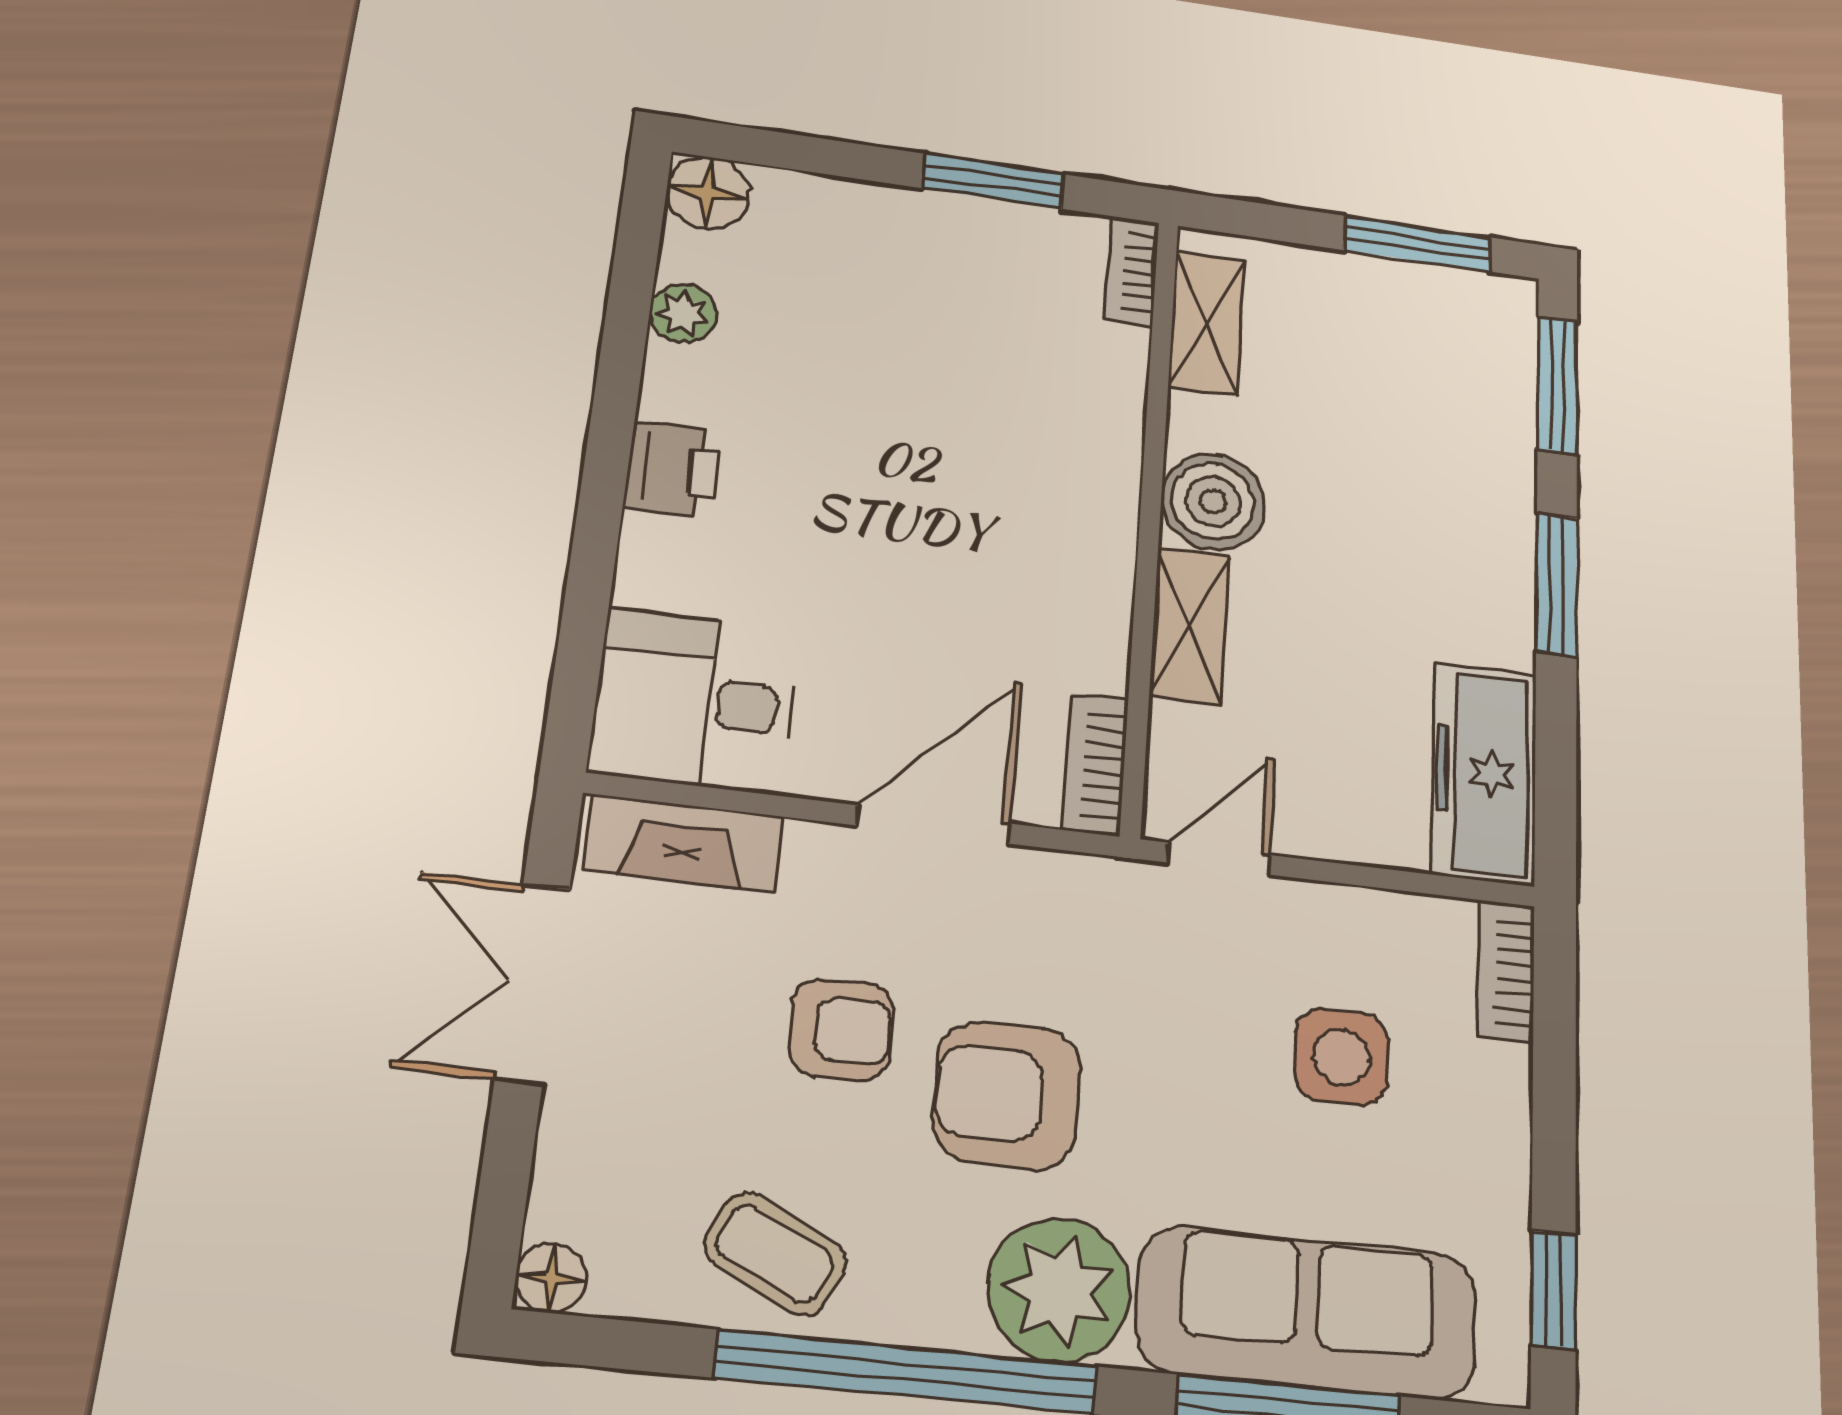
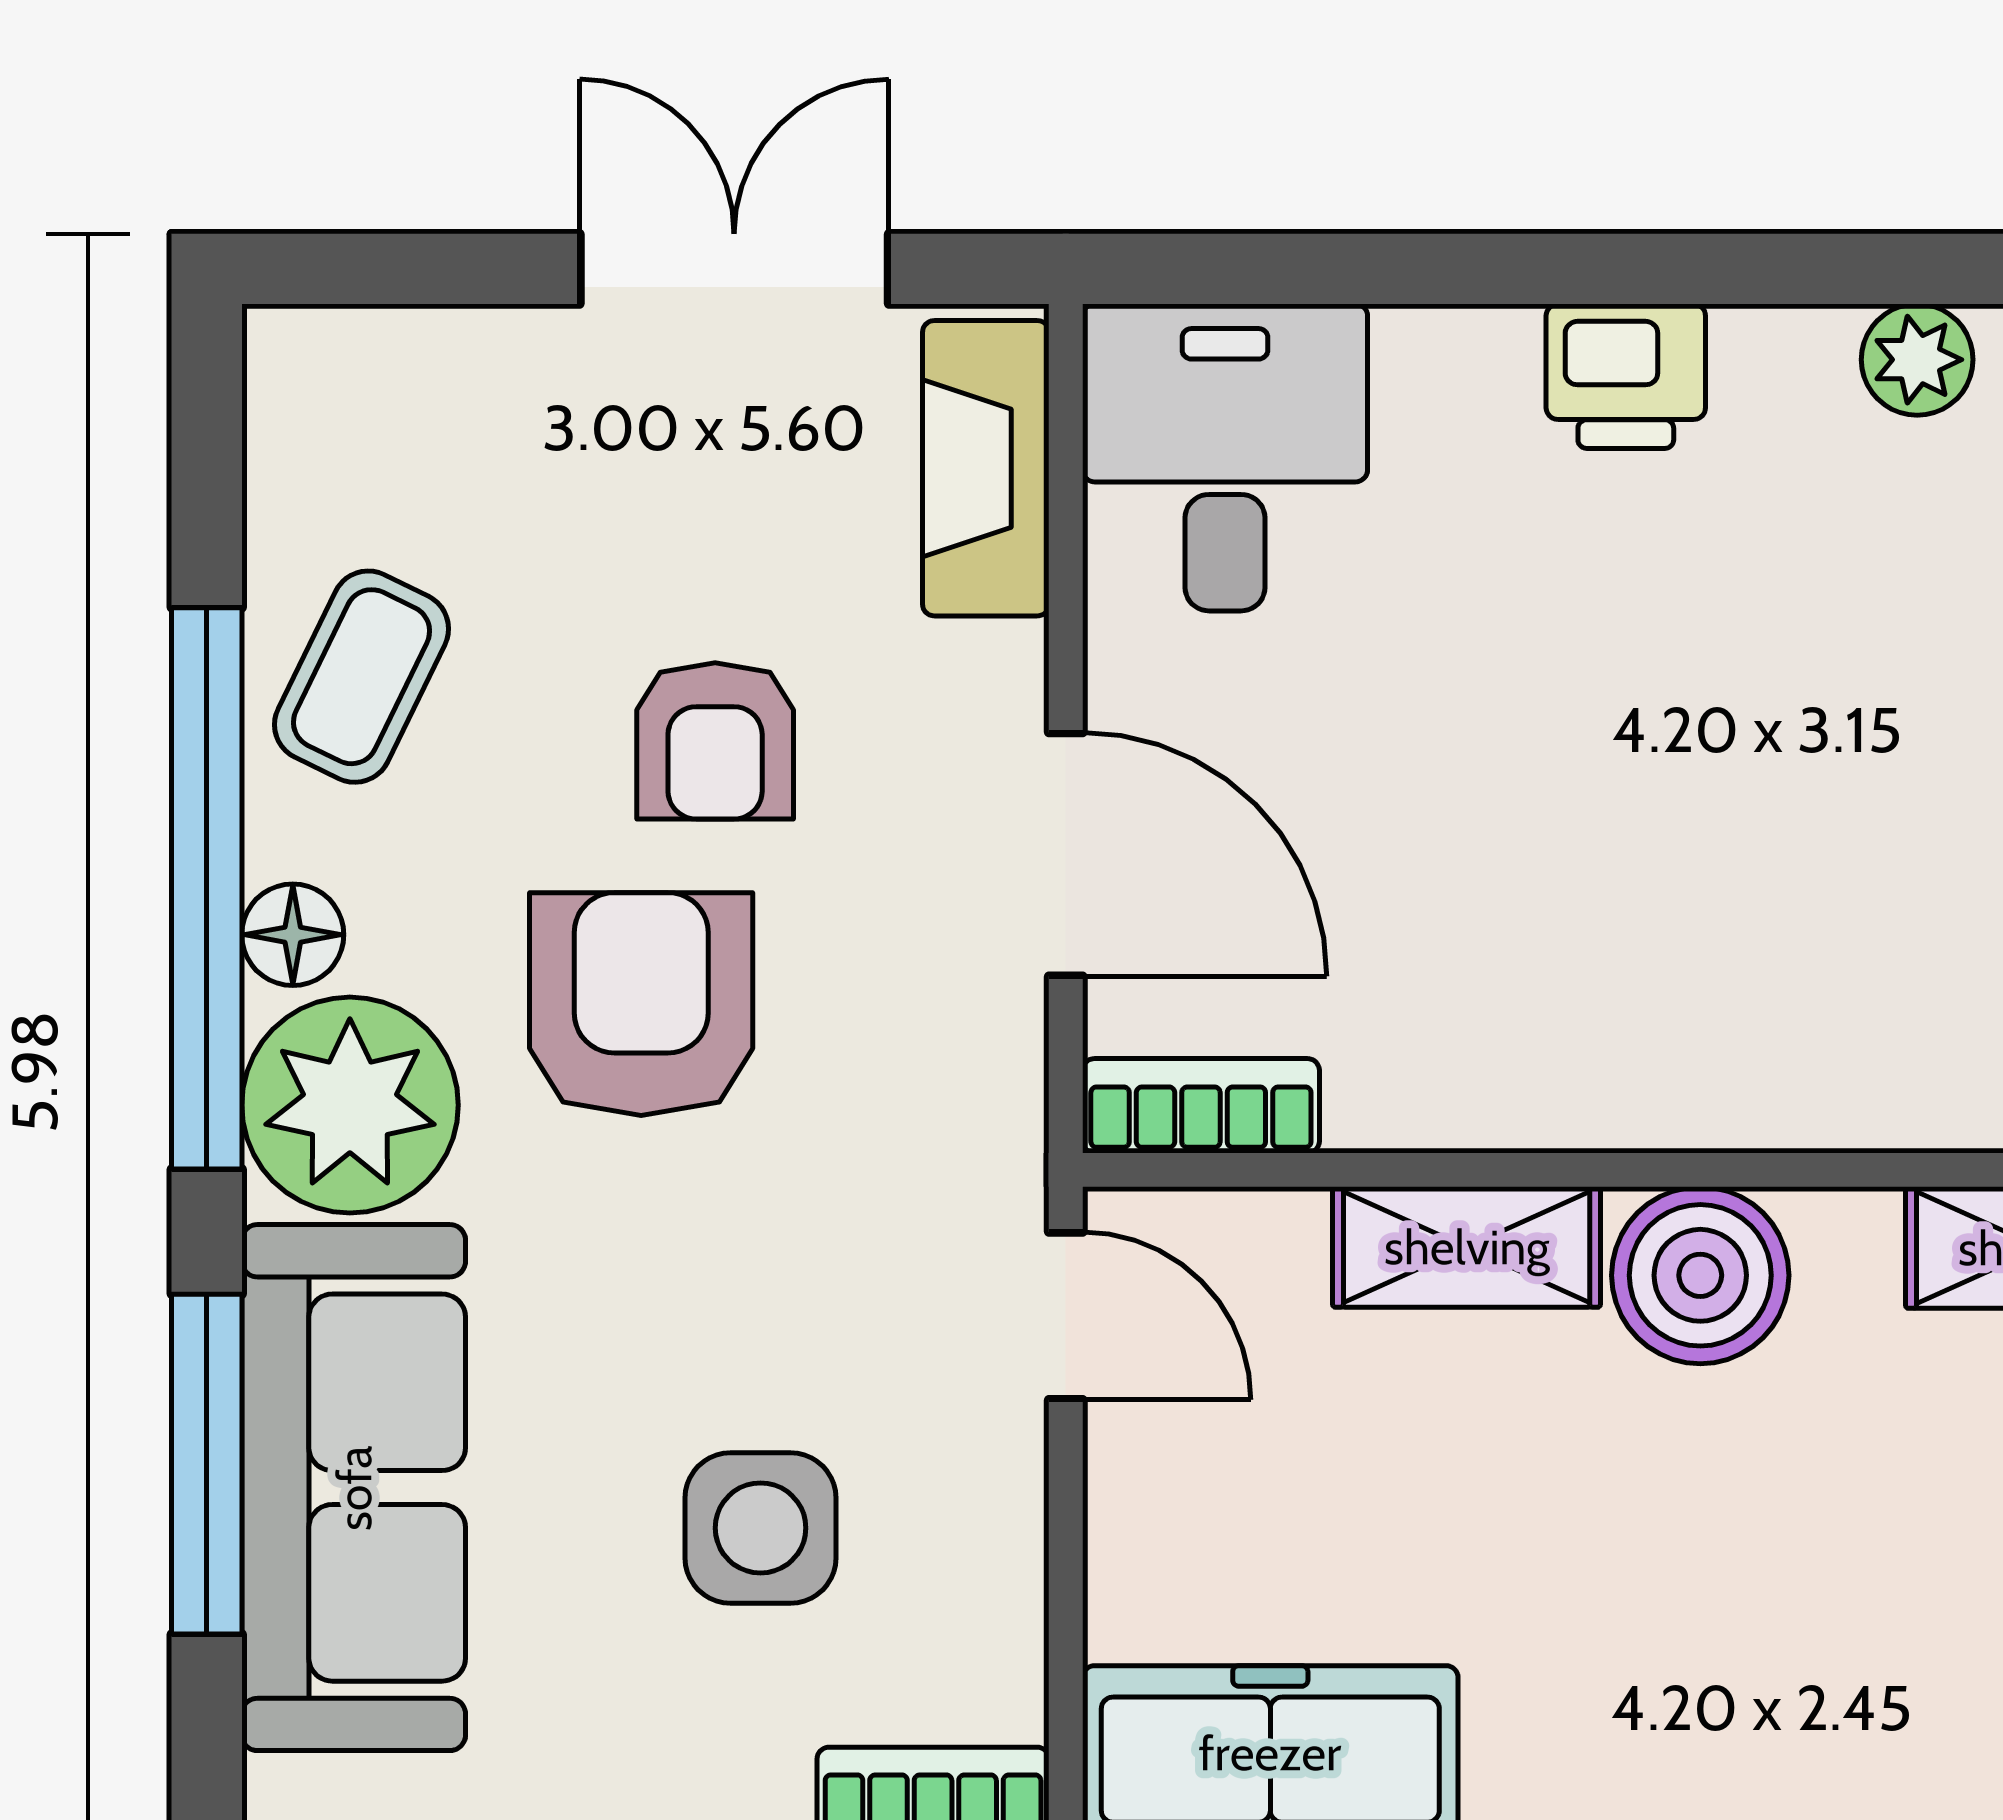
floor lamp: (551, 1278) -> (293, 935), moved

